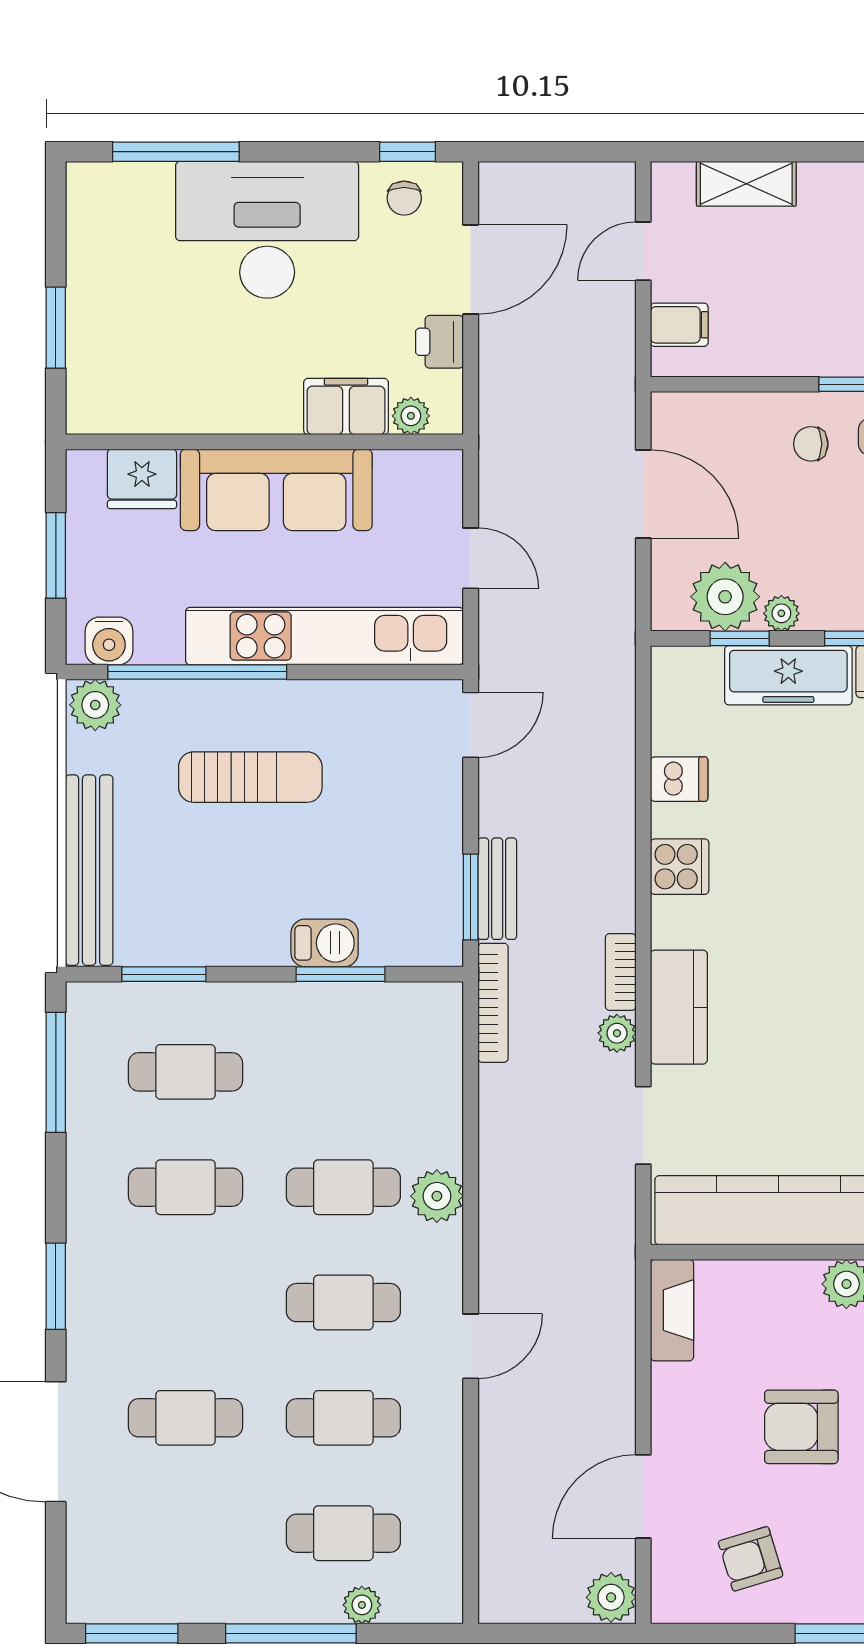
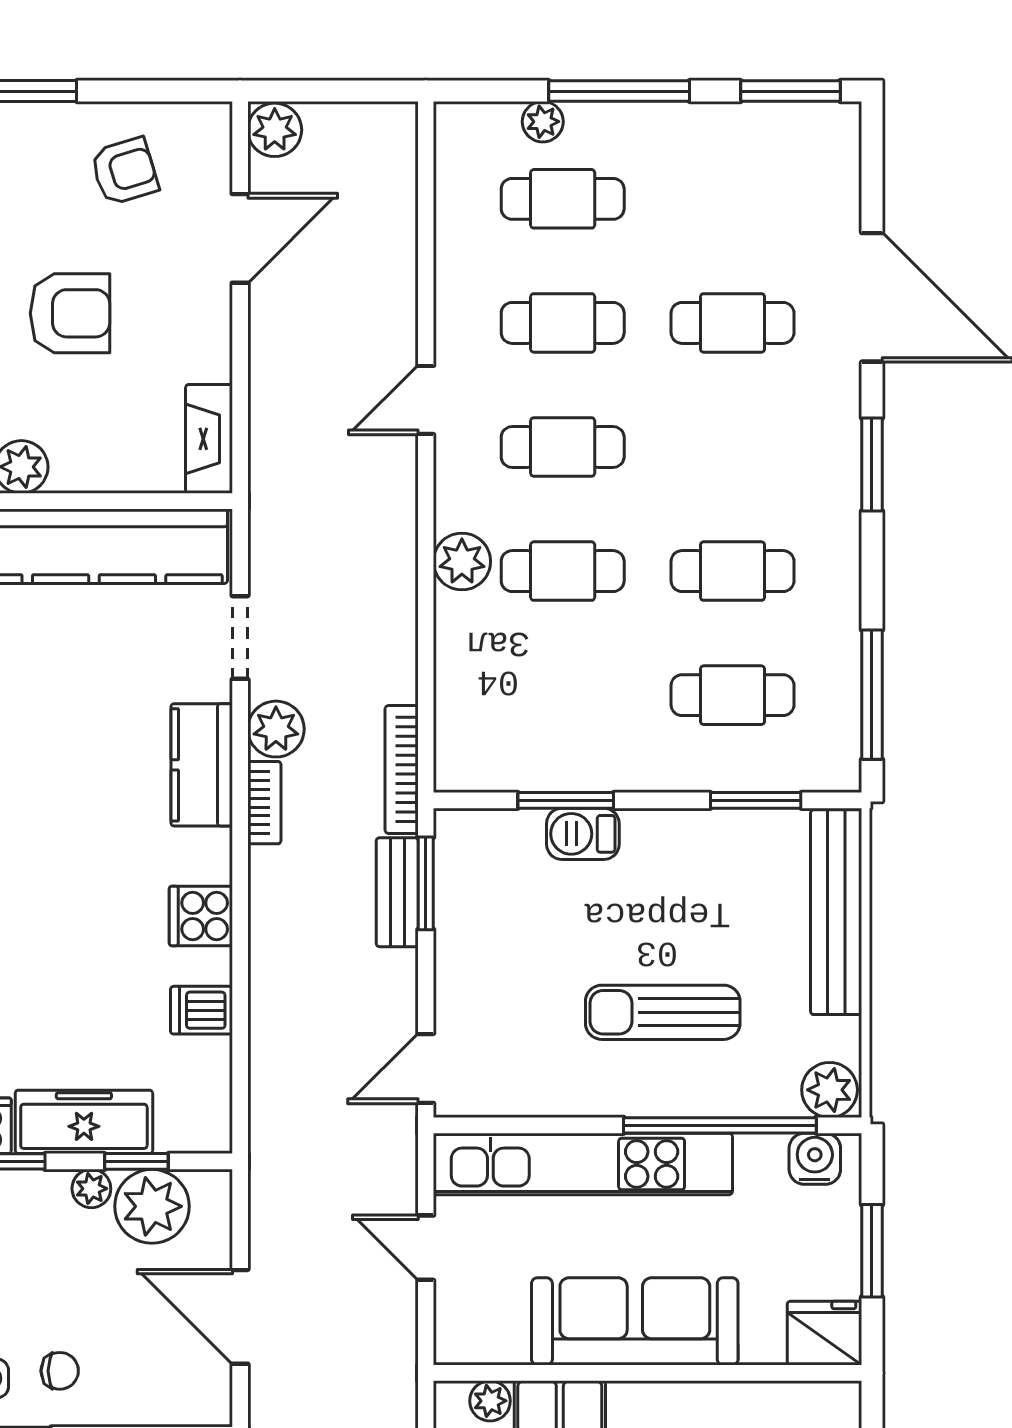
fridge: (142, 479) -> (824, 1333), moved
plant: (617, 1033) -> (276, 729), width x1.38, depth x1.38

